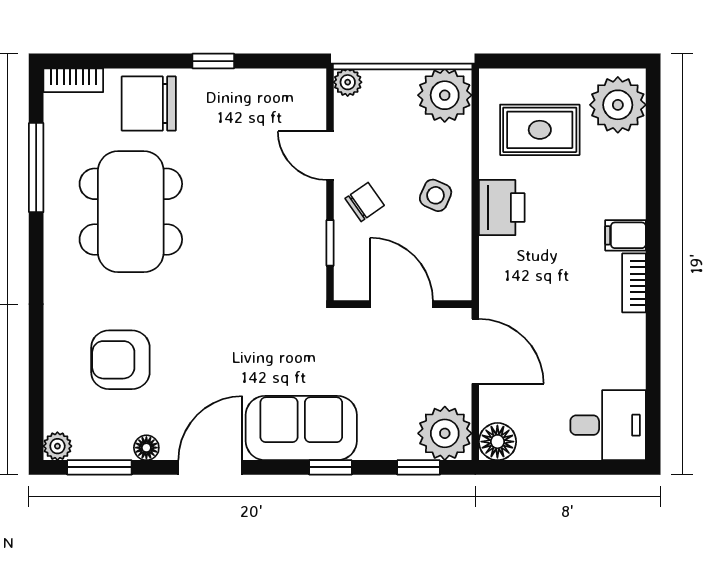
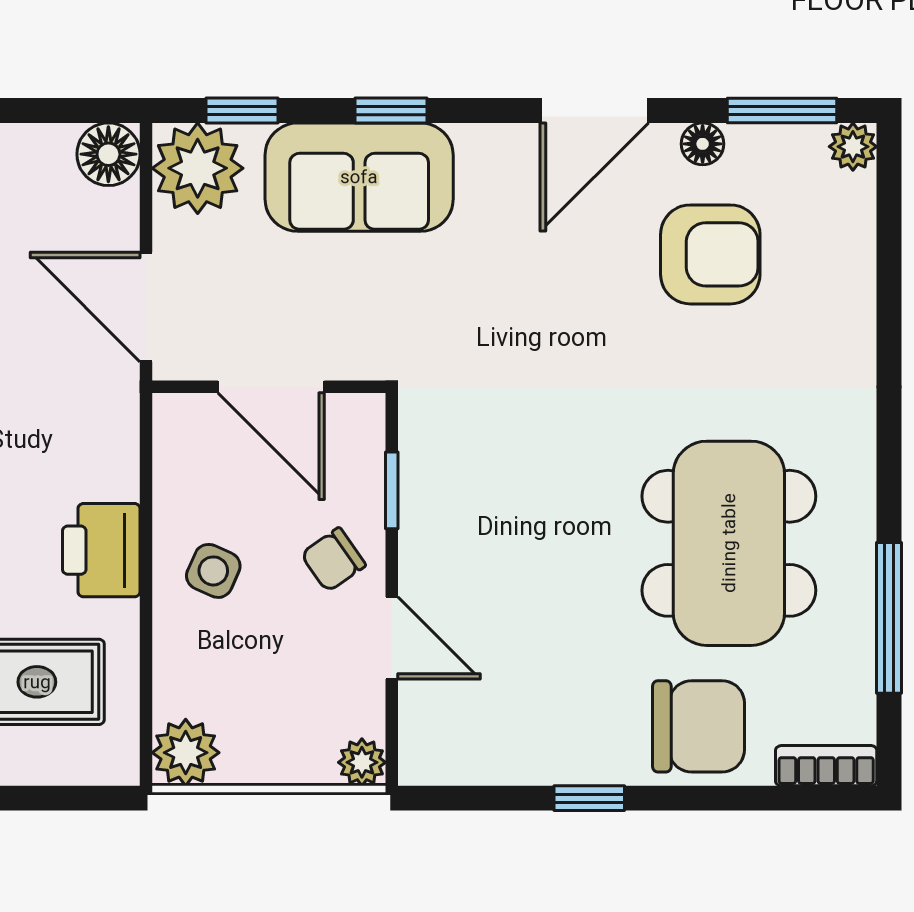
plant: (445, 95) -> (186, 753), width x0.73, depth x0.73
armchair: (120, 360) -> (710, 254), moved
sofa: (301, 428) -> (359, 177), moved

